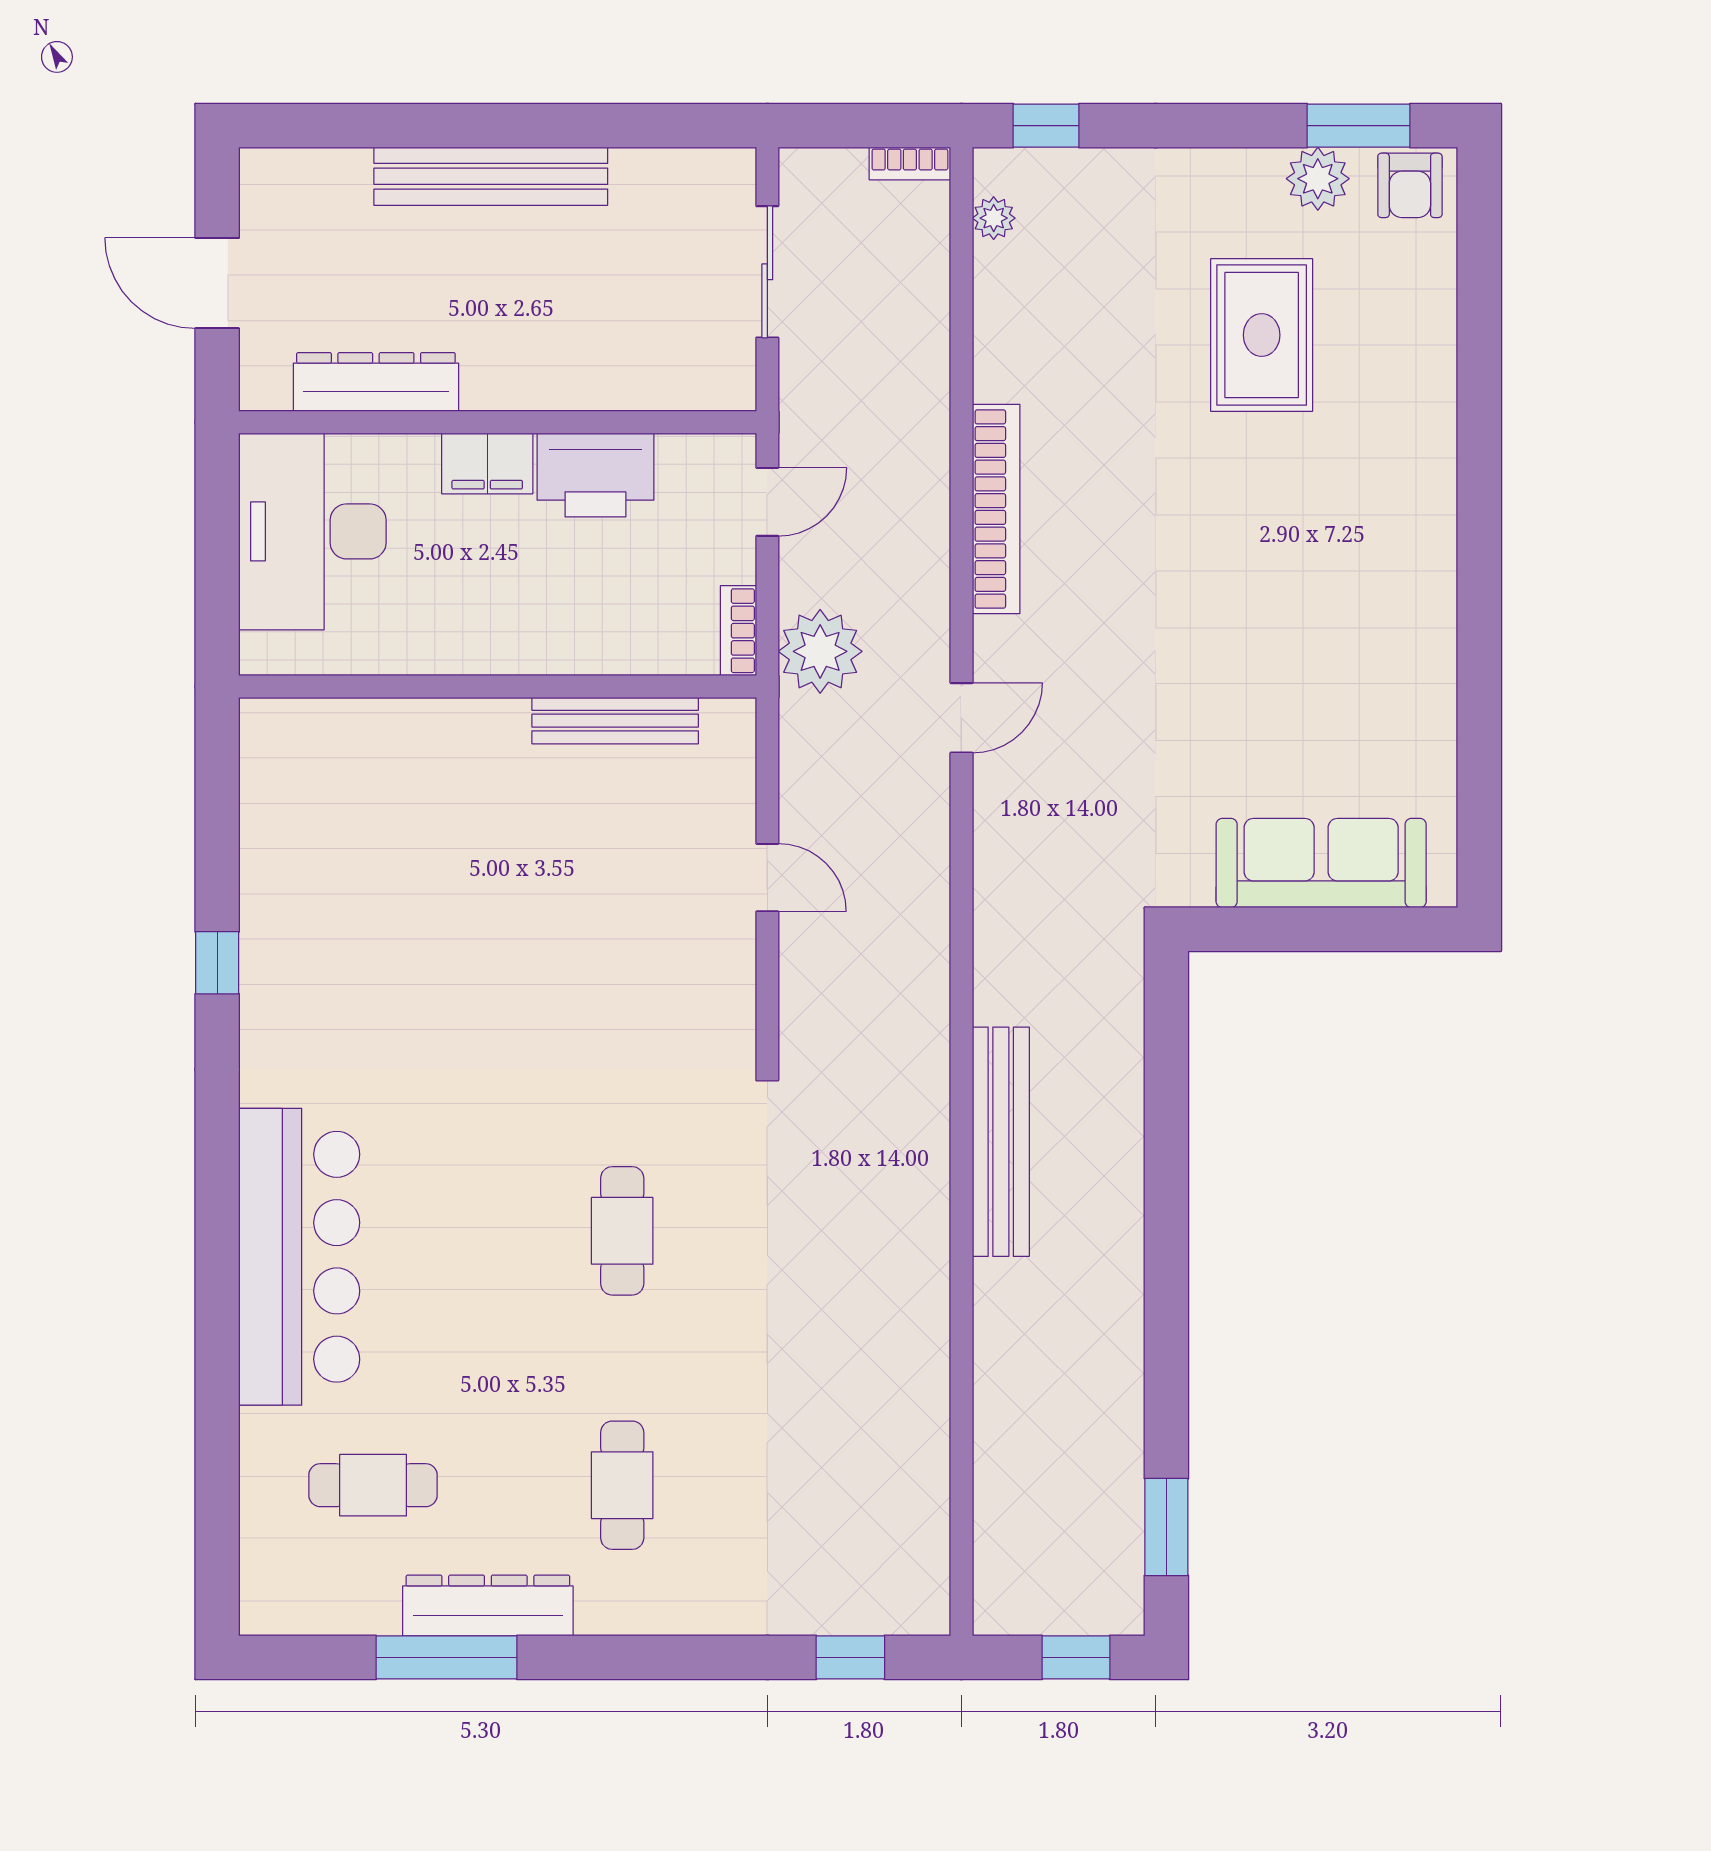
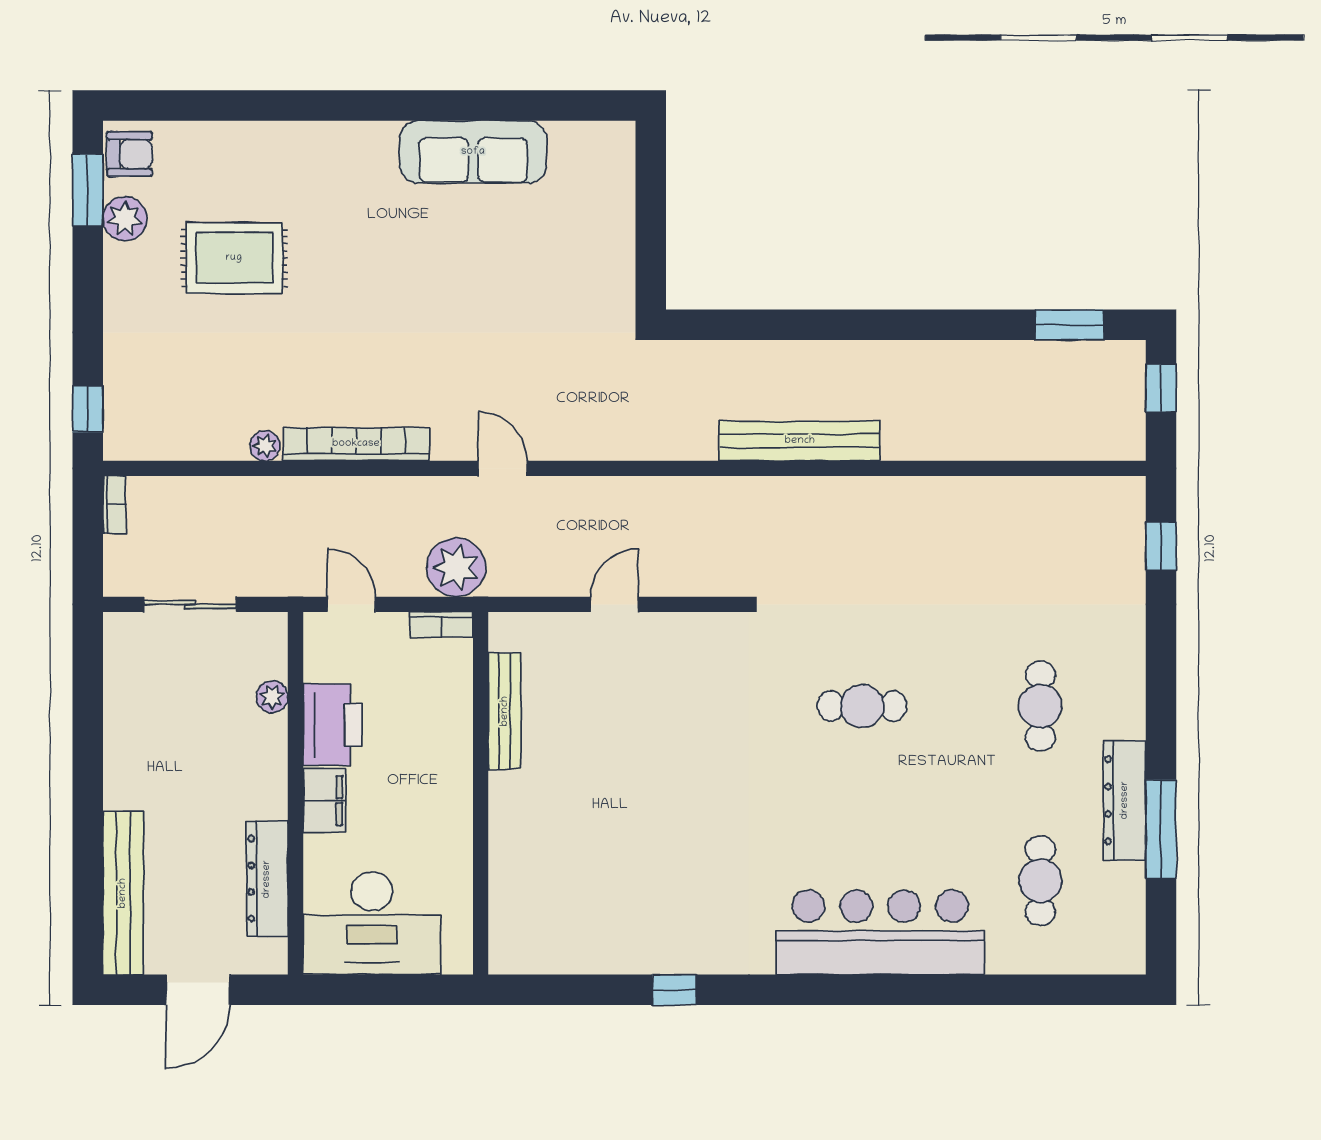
bench: (491, 176) -> (123, 893), moved
plant: (994, 218) -> (265, 446), moved
plant: (635, 389) -> (272, 697), added
sofa: (1321, 863) -> (473, 152), moved, turned -90
cafe table: (622, 1485) -> (1040, 706), turned 90

